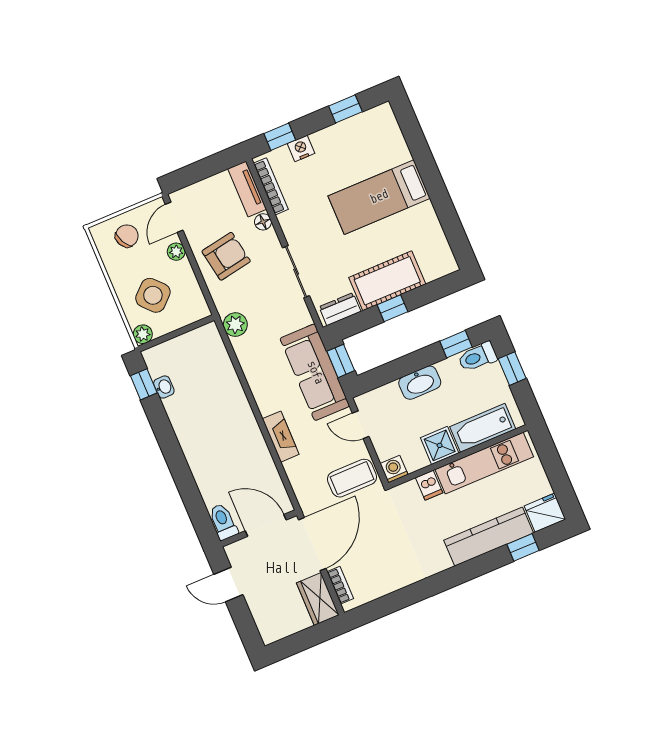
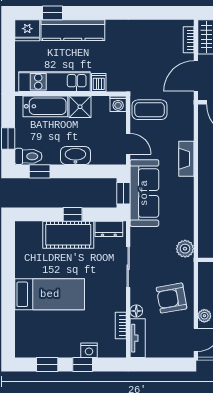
window: (280, 137) -> (83, 364), moved
bookcase: (271, 186) -> (121, 326), width x0.64
door: (312, 544) -> (196, 76), width x0.73

